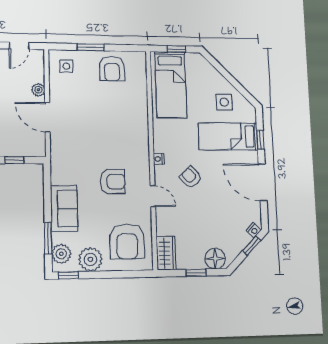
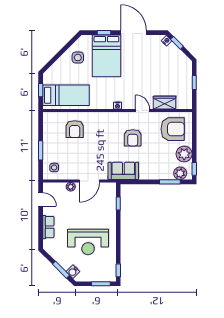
armchair: (112, 69) -> (75, 129), moved, turned 90
bed: (228, 136) -> (106, 56), width x1.50
armchair: (191, 177) -> (130, 84), removed
armchair: (113, 182) -> (133, 138), turned 180
door: (263, 182) -> (134, 33), swing flipped
door: (153, 196) -> (143, 110), hinge flipped
sofa: (64, 208) -> (123, 171), moved
wardrobe: (166, 253) -> (165, 103), moved
floor lamp: (215, 259) -> (185, 69), removed

